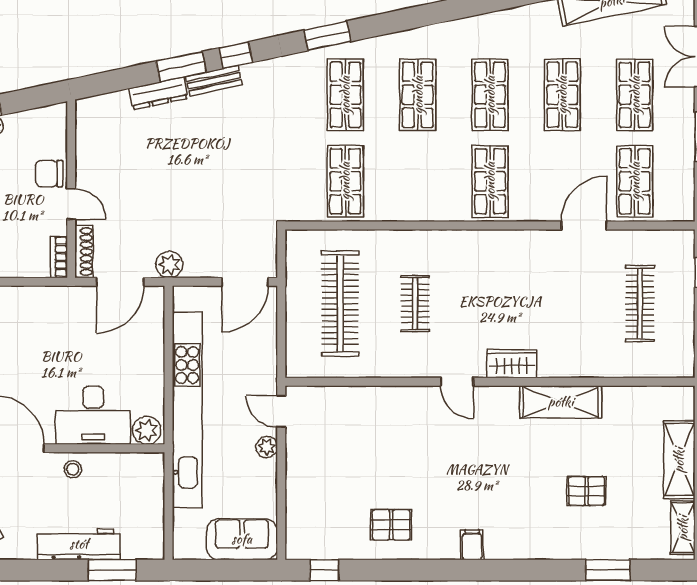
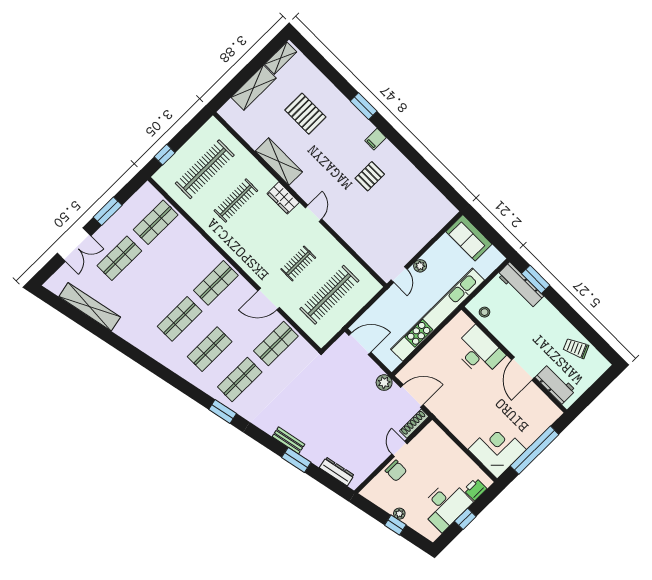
window: (236, 55) -> (269, 442), removed
dresser: (158, 93) -> (337, 471), moved
shop shelf: (562, 95) -> (149, 289), removed
door: (584, 225) -> (269, 299), moved
bookcase: (59, 257) -> (427, 432), removed
clothes rail: (565, 304) -> (236, 201), added
clothes rail: (640, 304) -> (205, 169), width x1.37, depth x1.31
plant: (147, 430) -> (463, 323), removed
stool: (73, 469) -> (484, 312), moved
pallet: (587, 491) -> (305, 114), width x1.50, depth x1.42
pallet: (391, 525) -> (370, 176), moved, turned 90
workbench: (79, 544) -> (520, 285), moved
window: (324, 570) -> (448, 191), removed
window: (608, 570) -> (364, 106), moved

